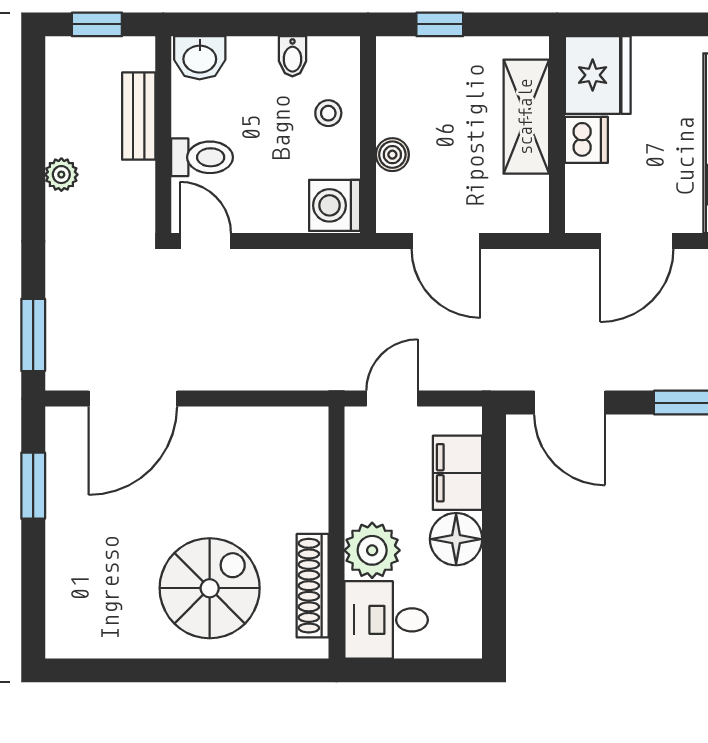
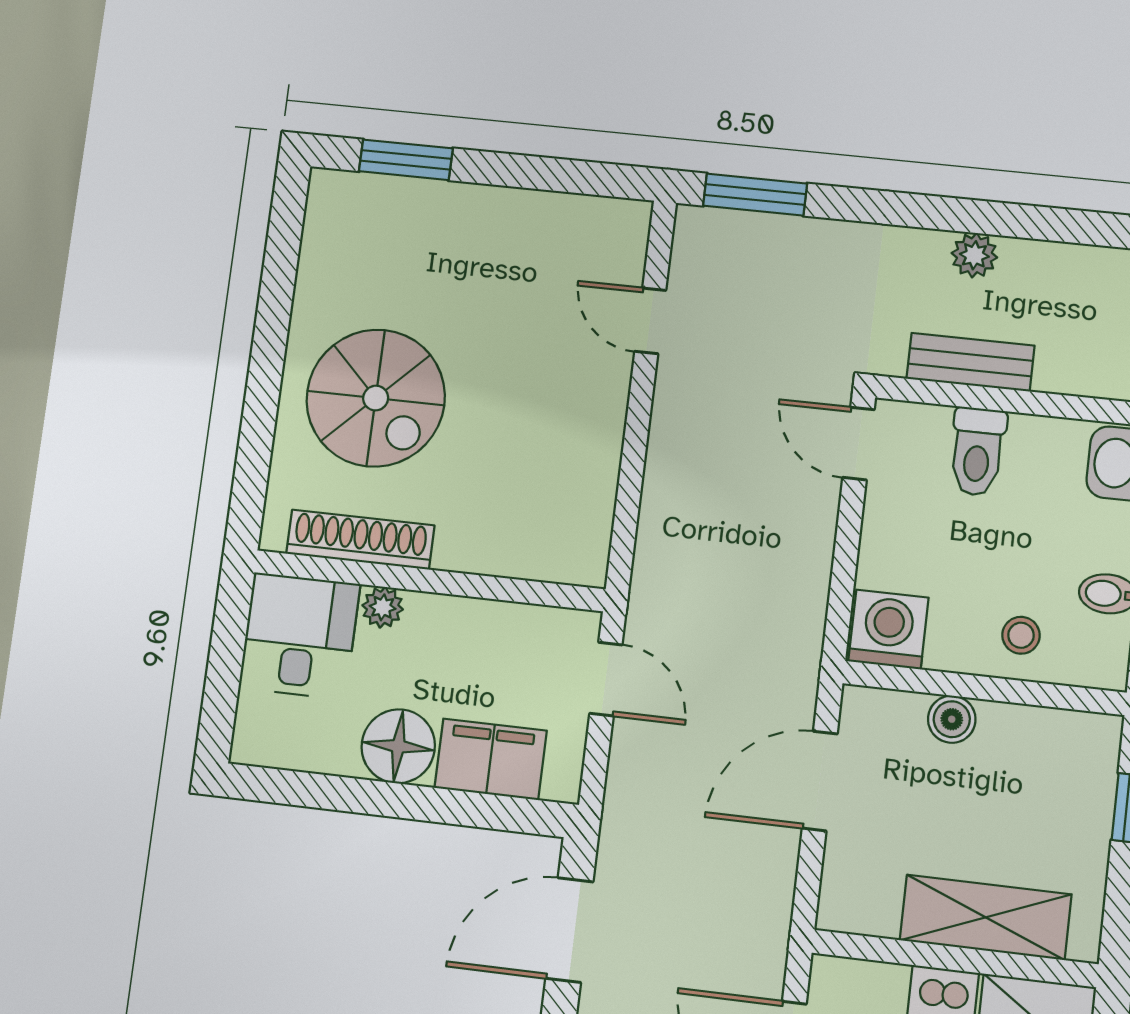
bench: (139, 116) -> (970, 362), moved
door: (205, 241) -> (858, 444), swing flipped
door: (133, 399) -> (650, 321), width x0.53
window: (33, 486) -> (406, 160), moved
plant: (372, 550) -> (383, 607), width x0.53, depth x0.53

